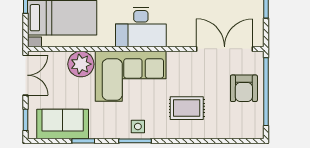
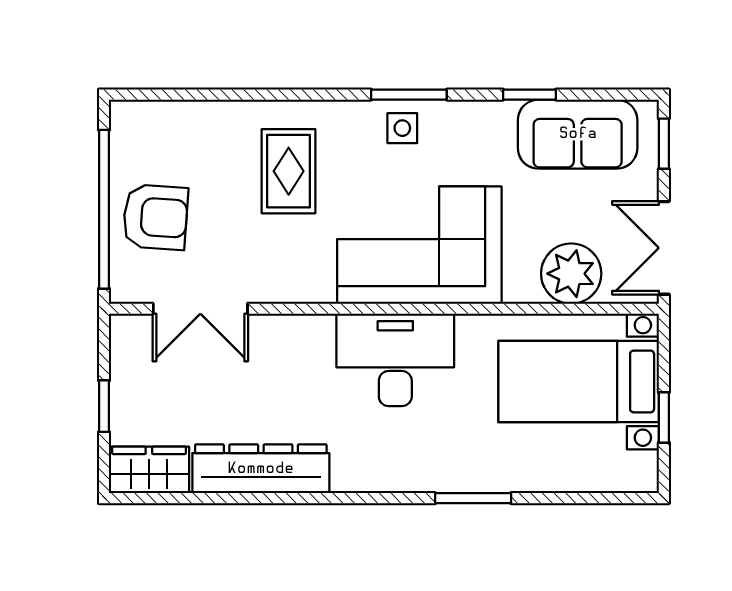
double door: (225, 49) -> (200, 309), width x0.73
plant: (81, 64) -> (571, 274), moved
armchair: (244, 88) -> (155, 217), turned 94
rug: (187, 108) -> (289, 171), turned 90

